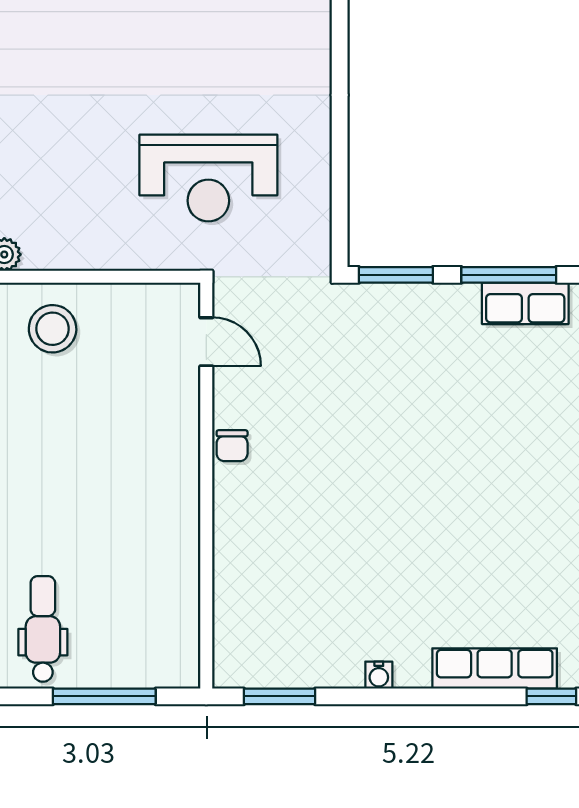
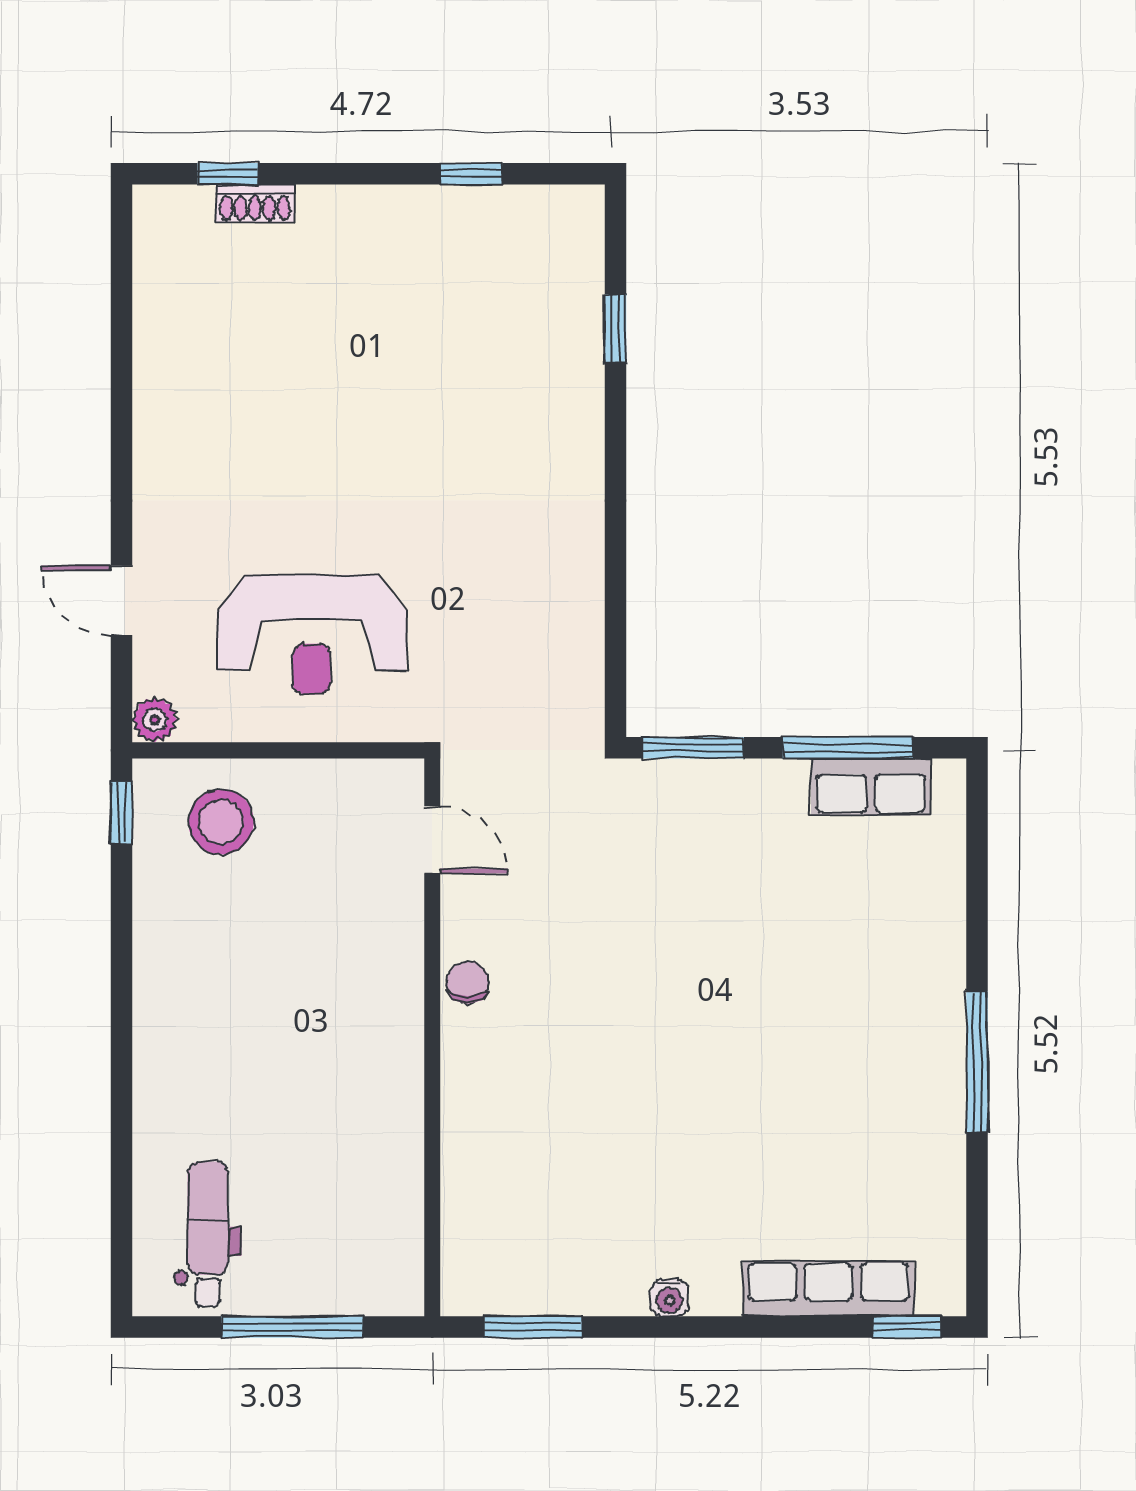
reception desk: (208, 178) -> (312, 634), moved
chair: (232, 446) -> (468, 982), turned 180

